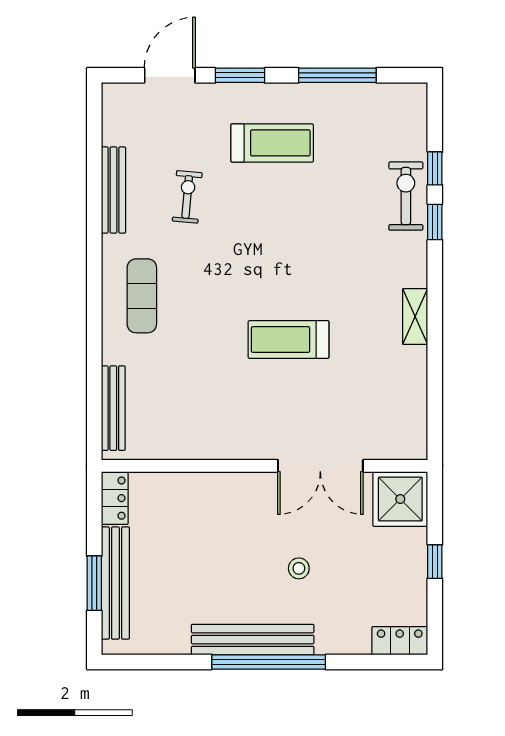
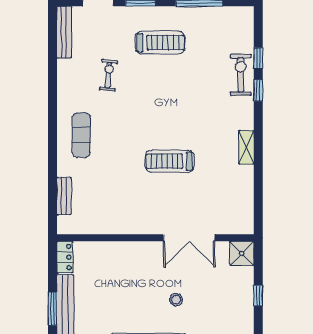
bench: (114, 190) -> (64, 32), moved
bench: (113, 408) -> (64, 196), width x0.73
shower: (400, 499) -> (242, 253), width x0.73, depth x0.73

